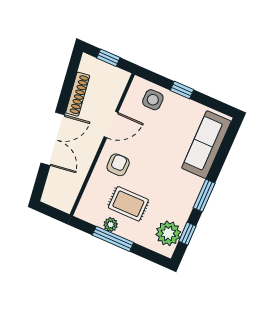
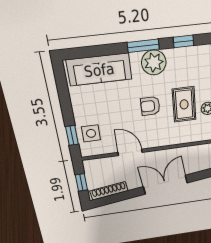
window: (182, 90) -> (72, 135), moved
shoe rack: (78, 94) -> (109, 191), moved
armchair: (118, 165) -> (150, 106), moved
plant: (168, 233) -> (154, 63), moved

